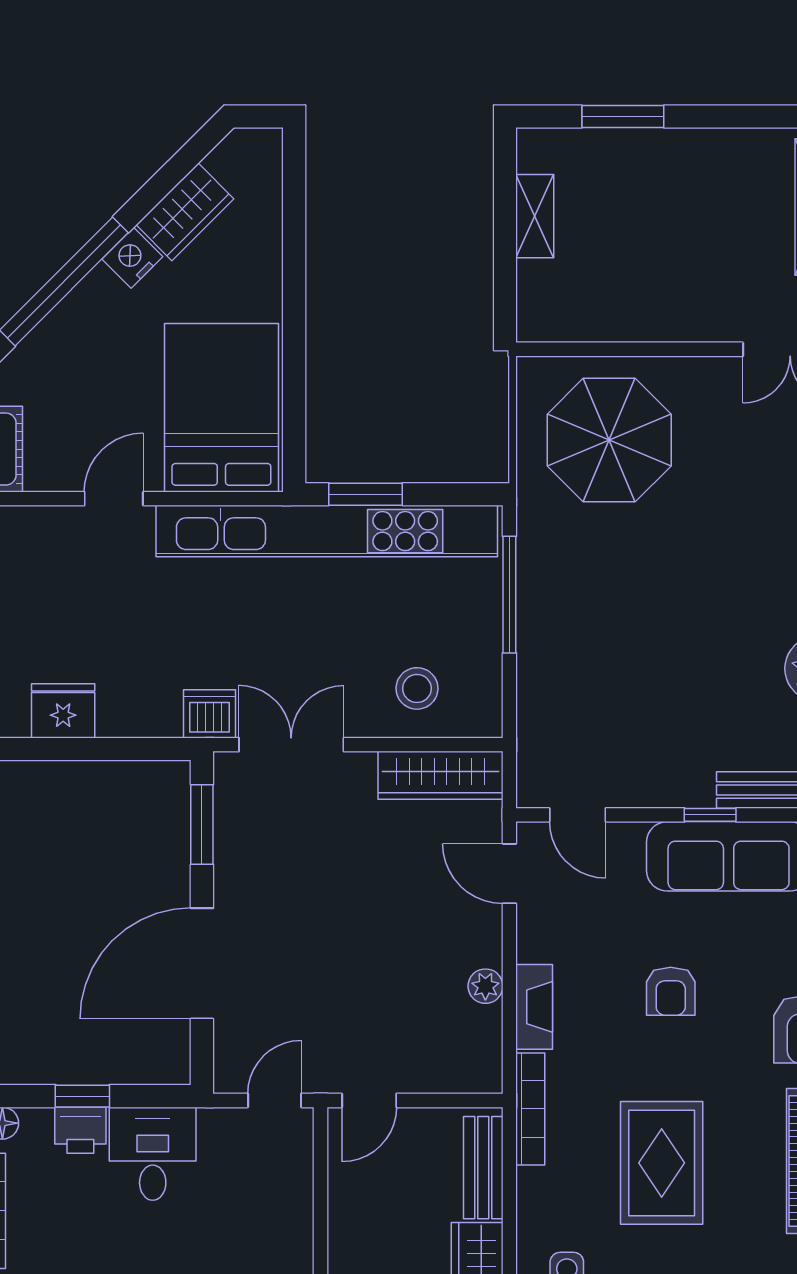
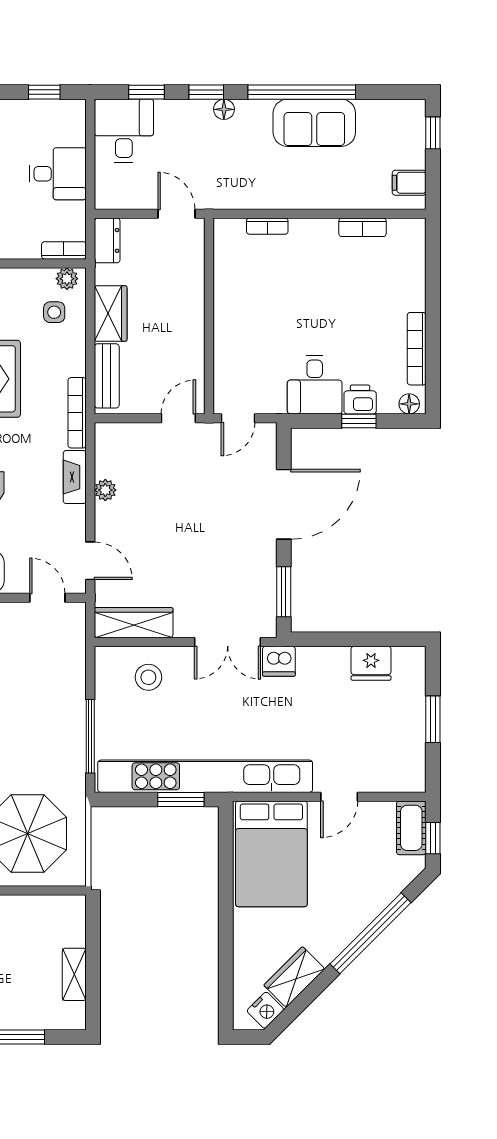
nightstand: (132, 258) -> (265, 1010), moved

